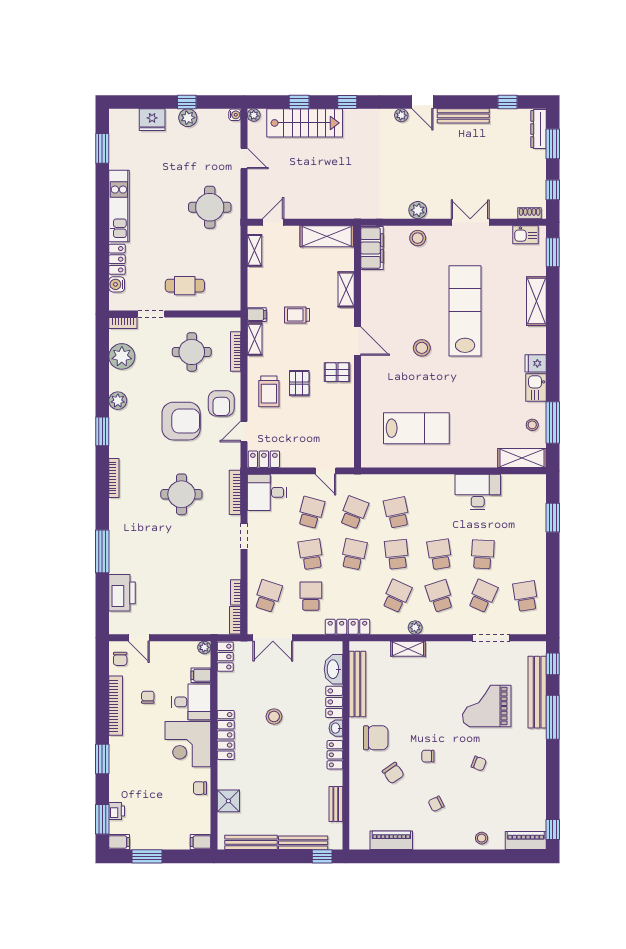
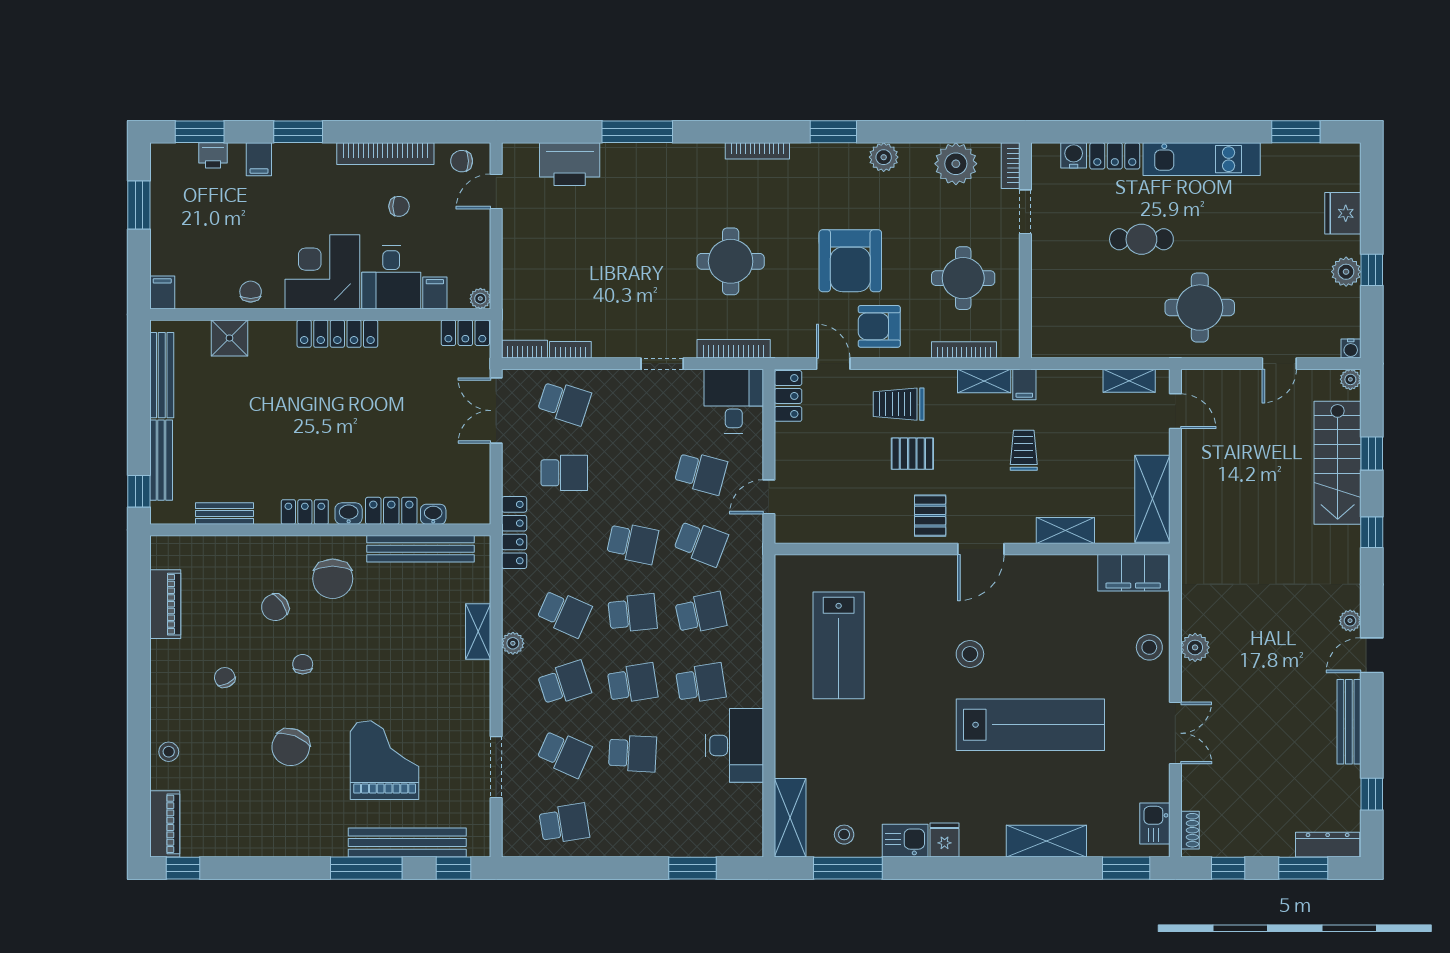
cafe table: (185, 286) -> (1141, 239), moved, turned 90
school desk: (311, 554) -> (701, 683), moved
washbasin: (333, 669) -> (433, 514), width x0.52, depth x0.69
stool: (274, 716) -> (368, 413), removed
chair: (479, 763) -> (291, 747), width x1.87, depth x1.87
filing cabinet: (119, 842) -> (259, 159), moved

